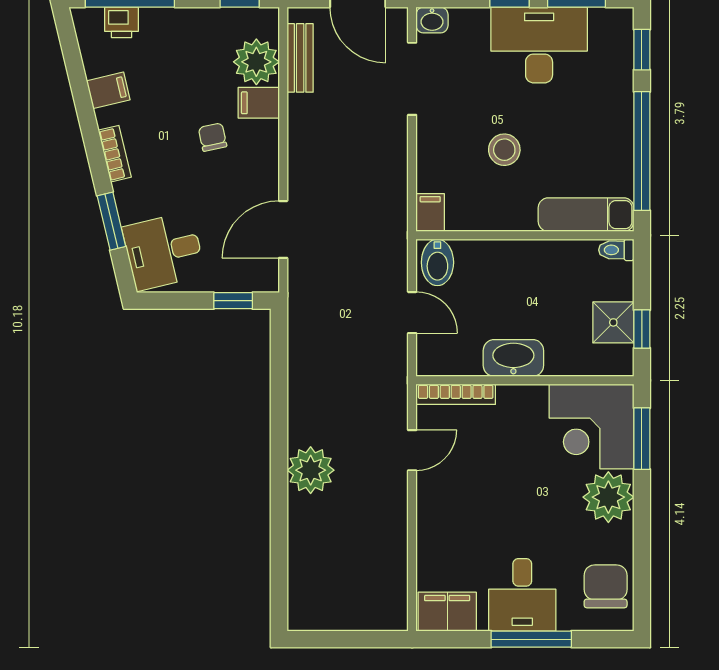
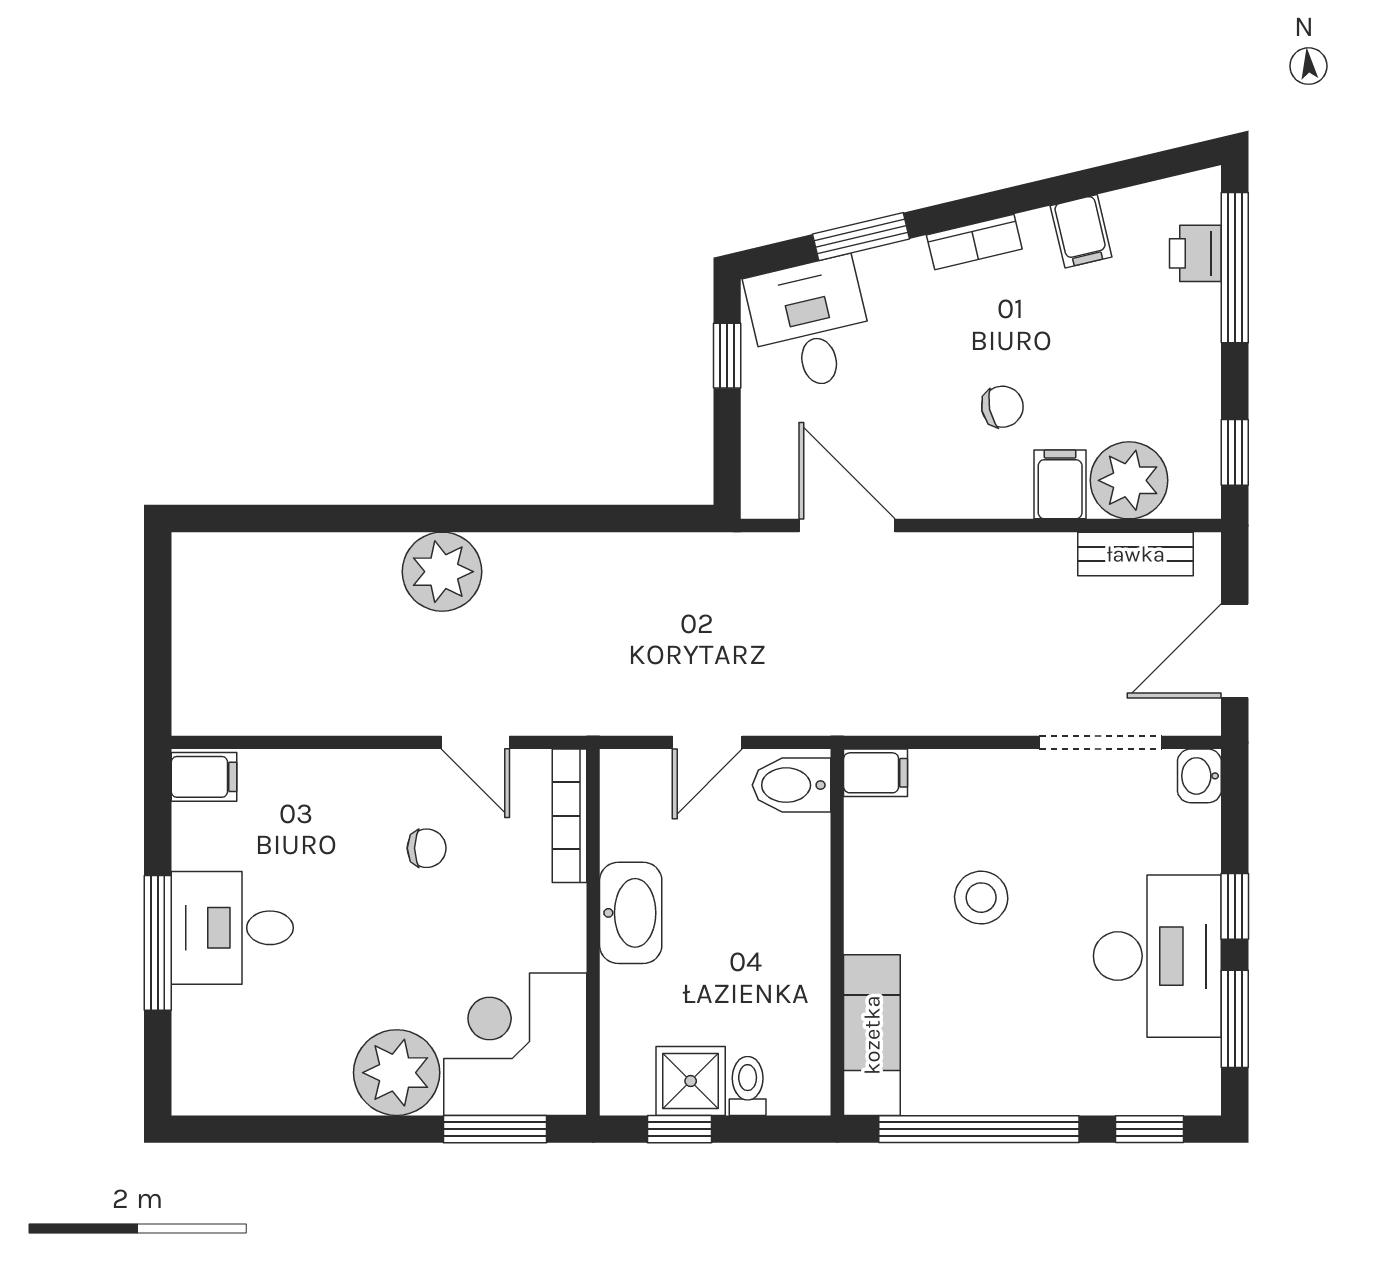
toilet: (616, 250) -> (748, 1086), moved
window: (233, 301) -> (727, 356), moved
chair: (606, 586) -> (427, 848), moved, width x0.54, depth x0.54
filing cabinet: (447, 612) -> (204, 777), width x0.50

